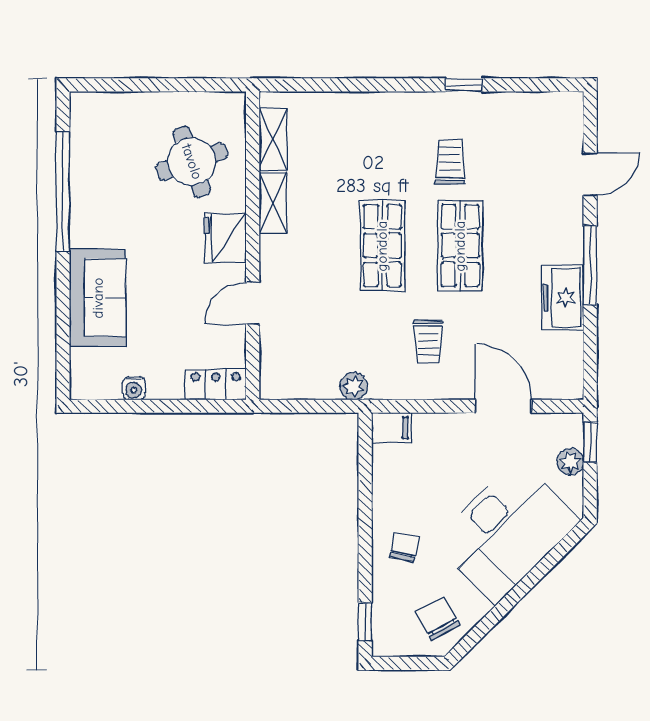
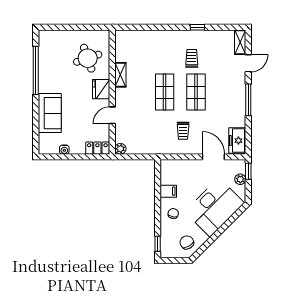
shelving: (273, 139) -> (240, 42), moved
freezer: (563, 298) -> (237, 141), moved
plant: (354, 386) -> (120, 149), moved
filing cabinet: (391, 428) -> (168, 191), moved

